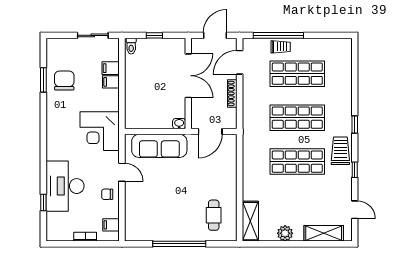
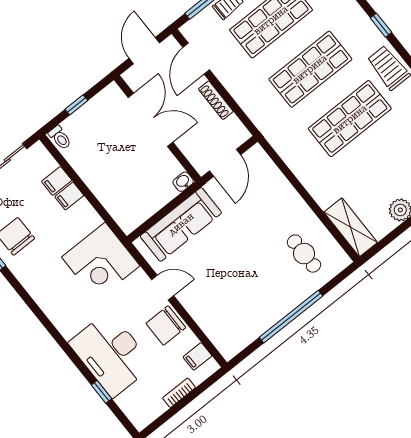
chair: (107, 194) -> (166, 325), width x1.87, depth x1.87

